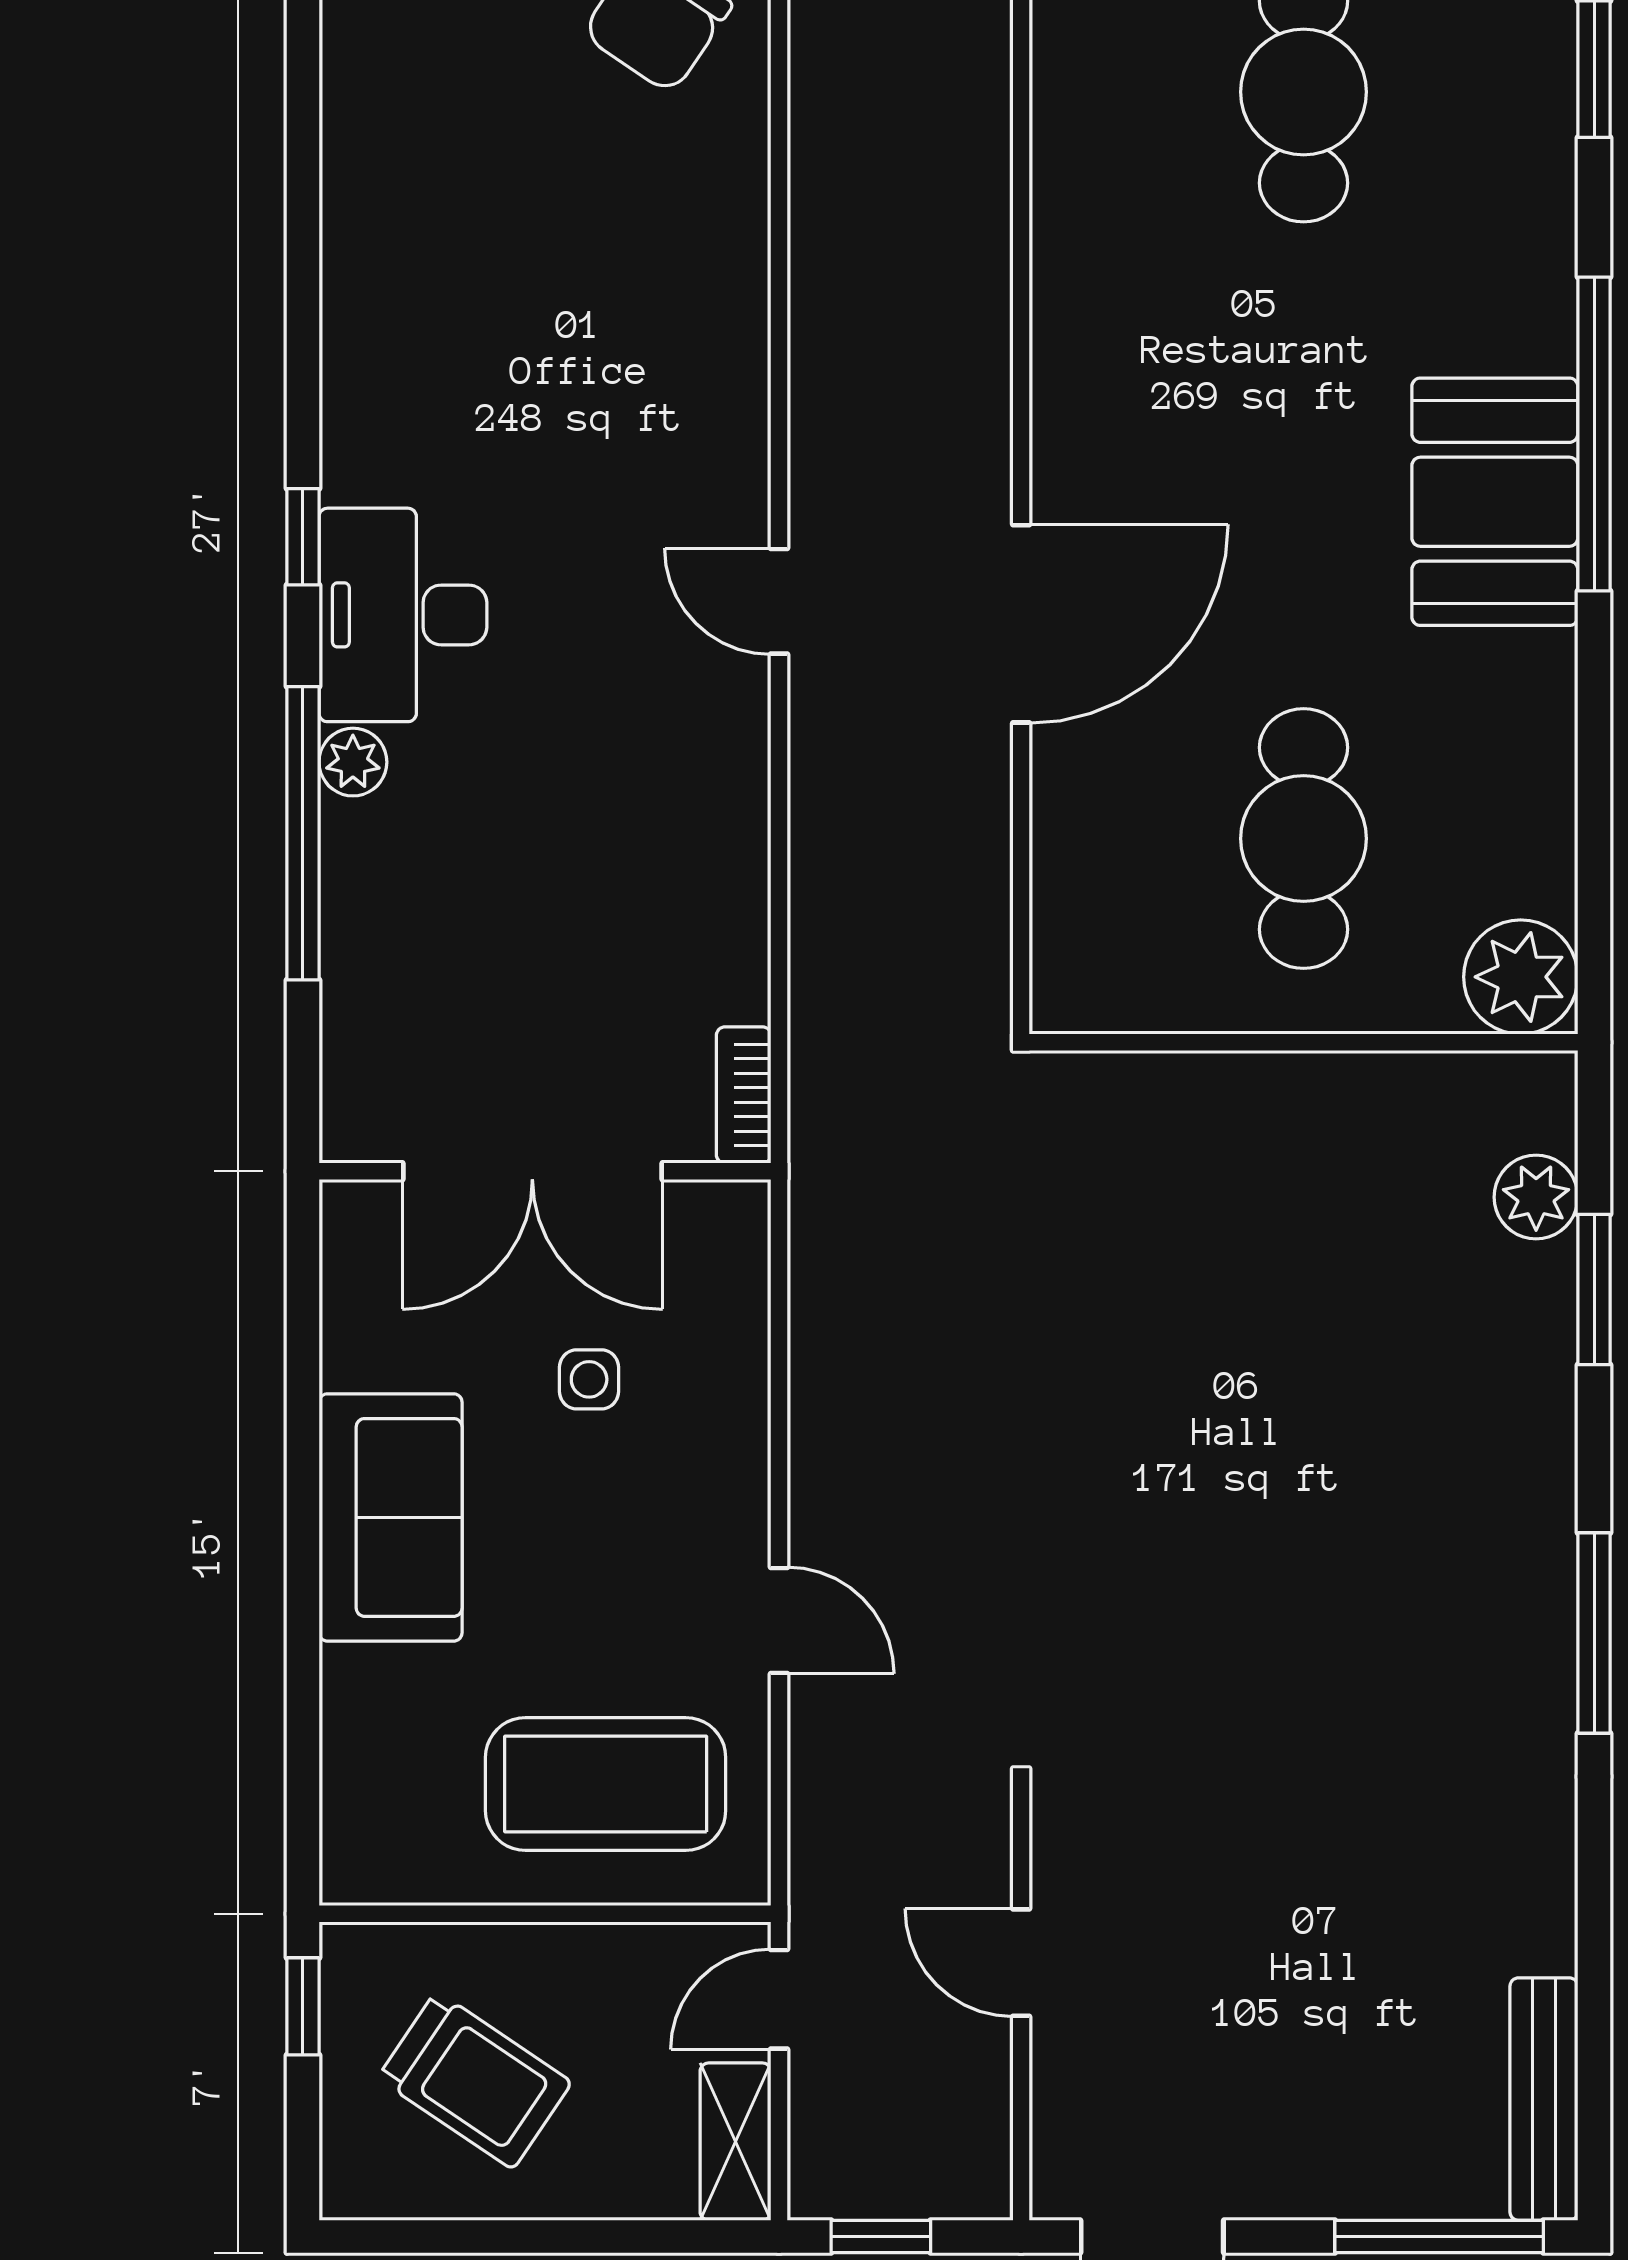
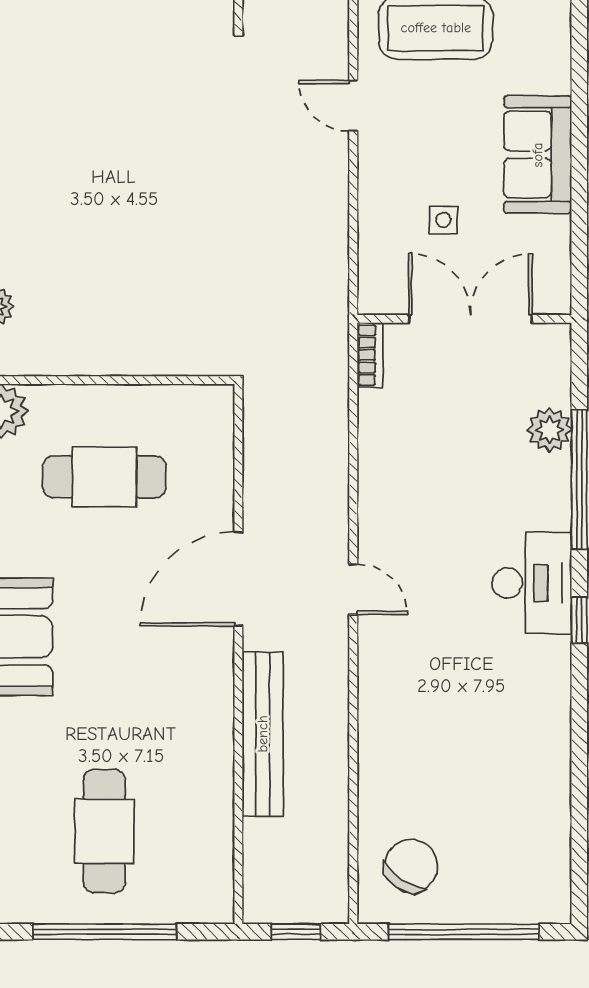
bench: (970, 296) -> (263, 734), added
plant: (353, 762) -> (549, 430), moved, width x1.38, depth x1.38
cafe table: (1304, 839) -> (104, 477), turned 90

